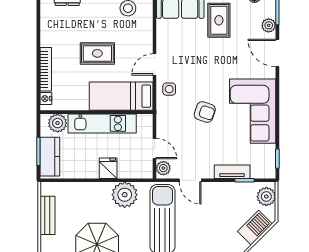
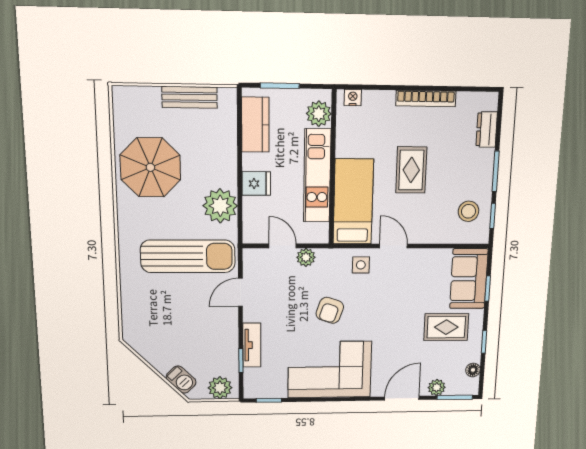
bookcase: (46, 69) -> (426, 99), moved
door: (155, 149) -> (283, 246), swing flipped
kitchen counter: (50, 157) -> (255, 125), moved, turned -90
plant: (163, 168) -> (306, 257), moved
barbecue: (255, 228) -> (181, 380), width x0.73, depth x0.79

